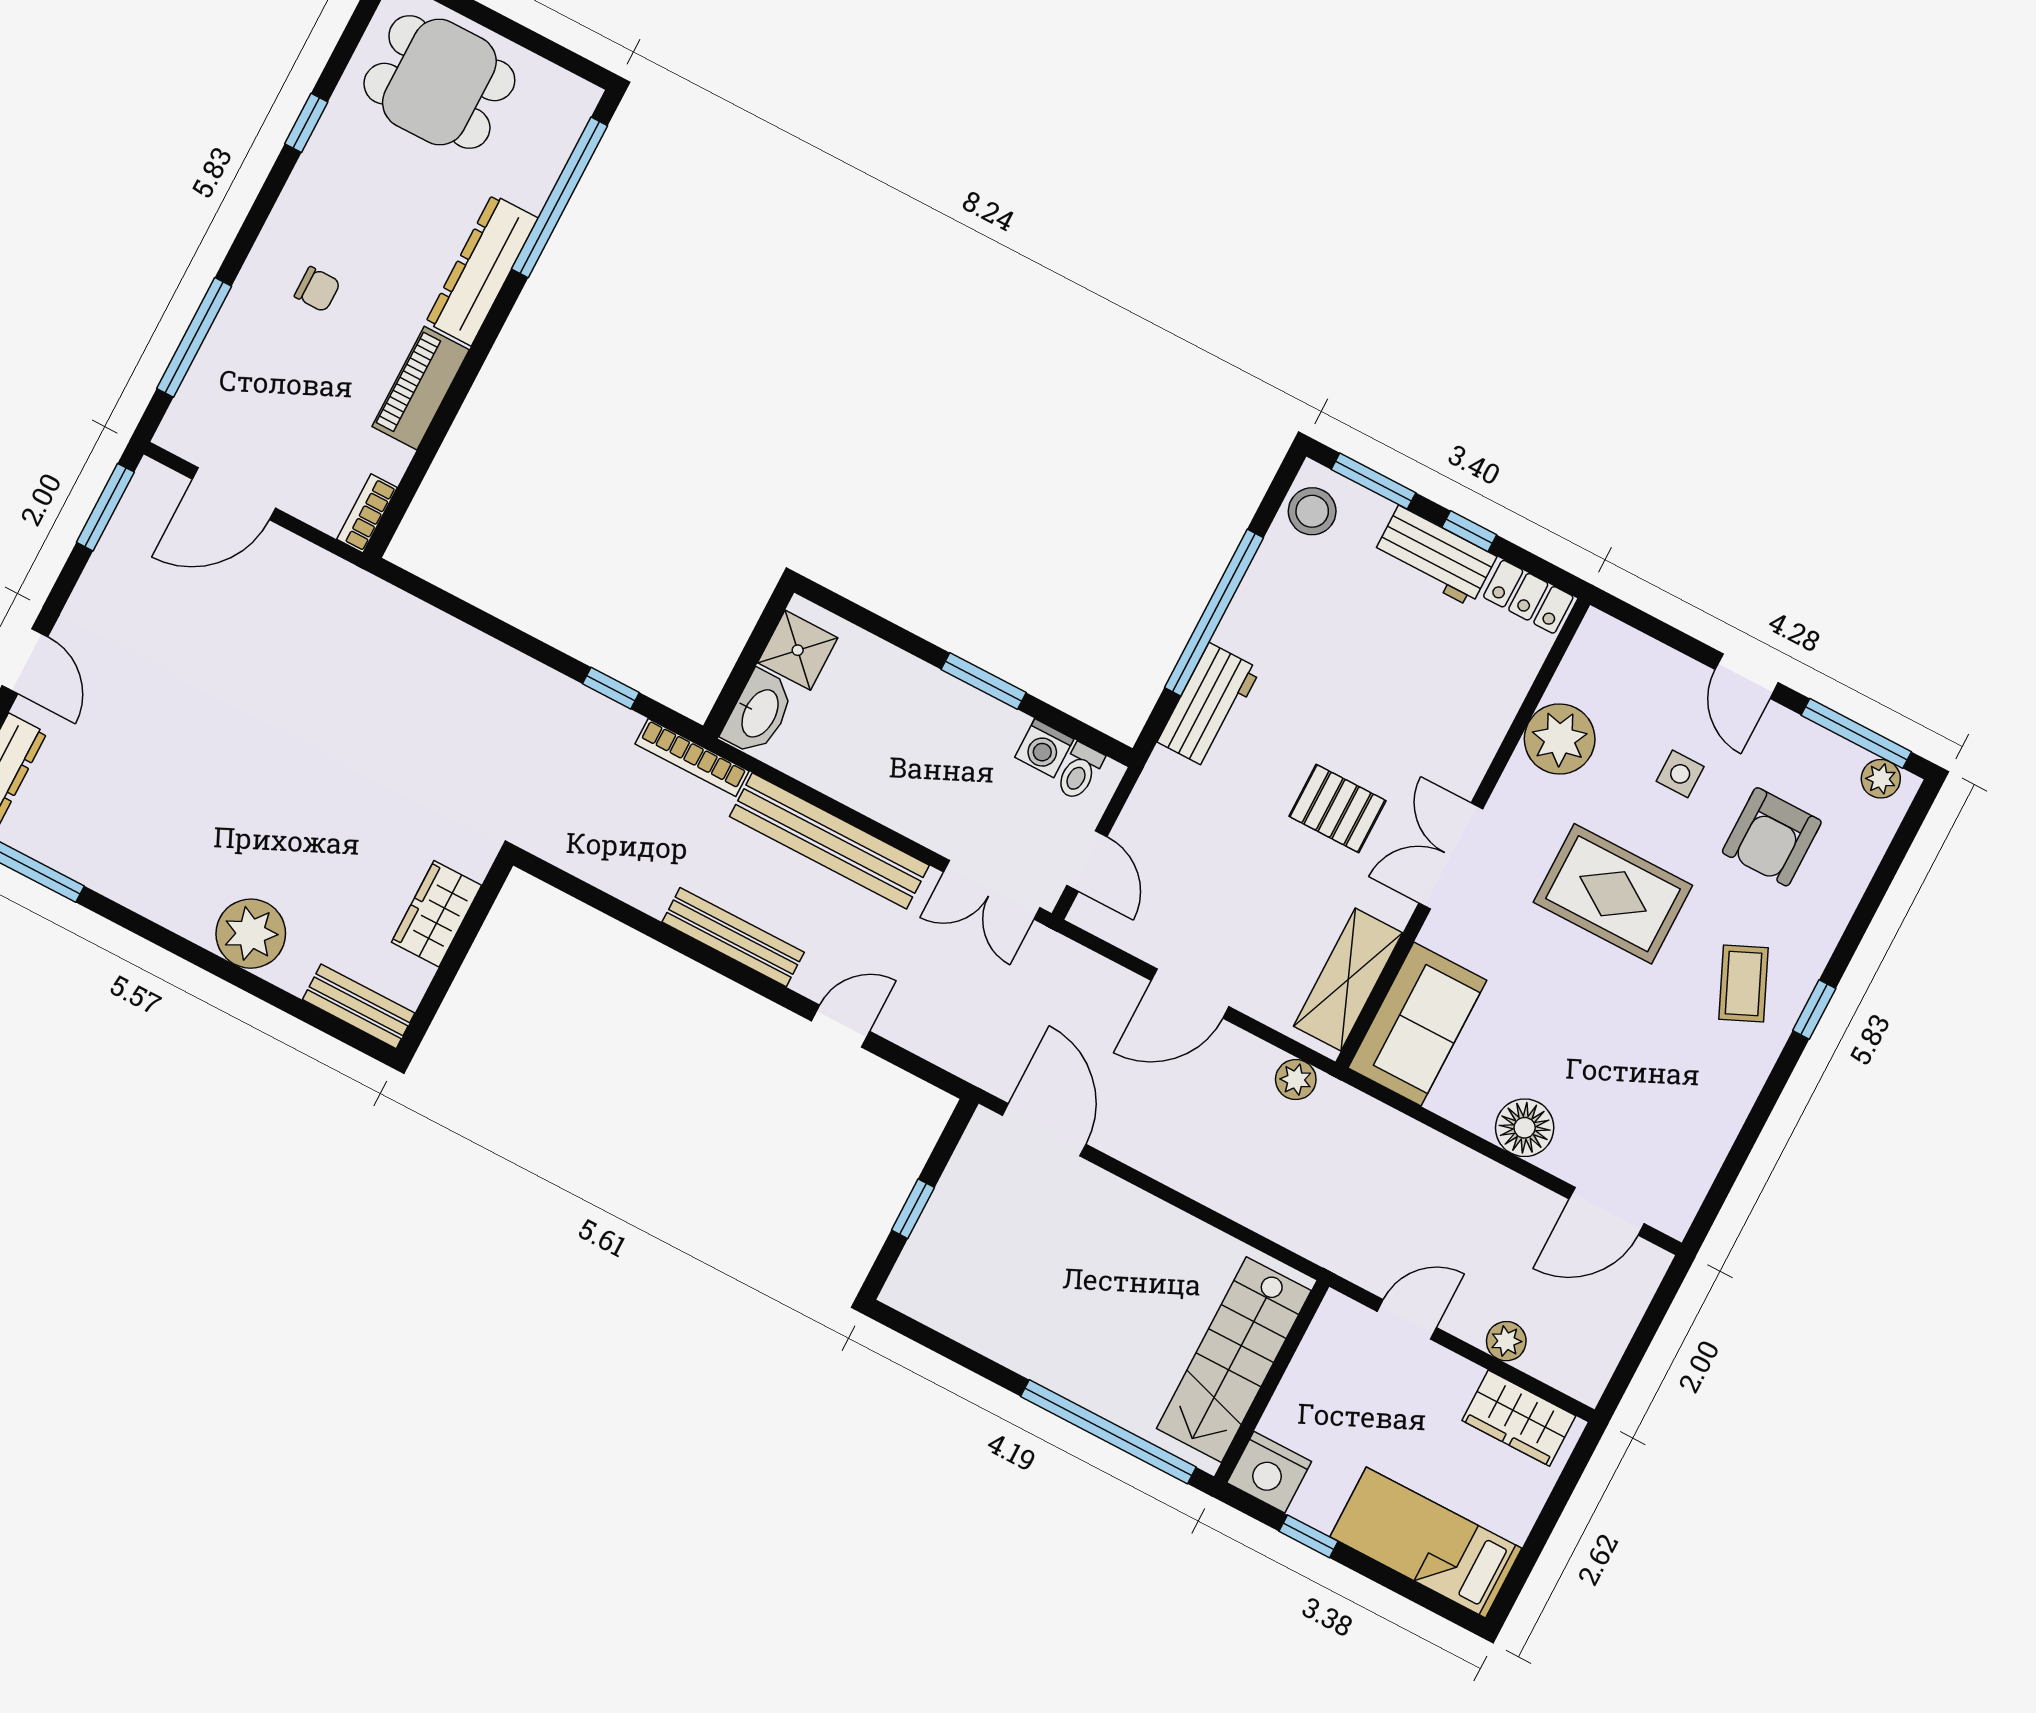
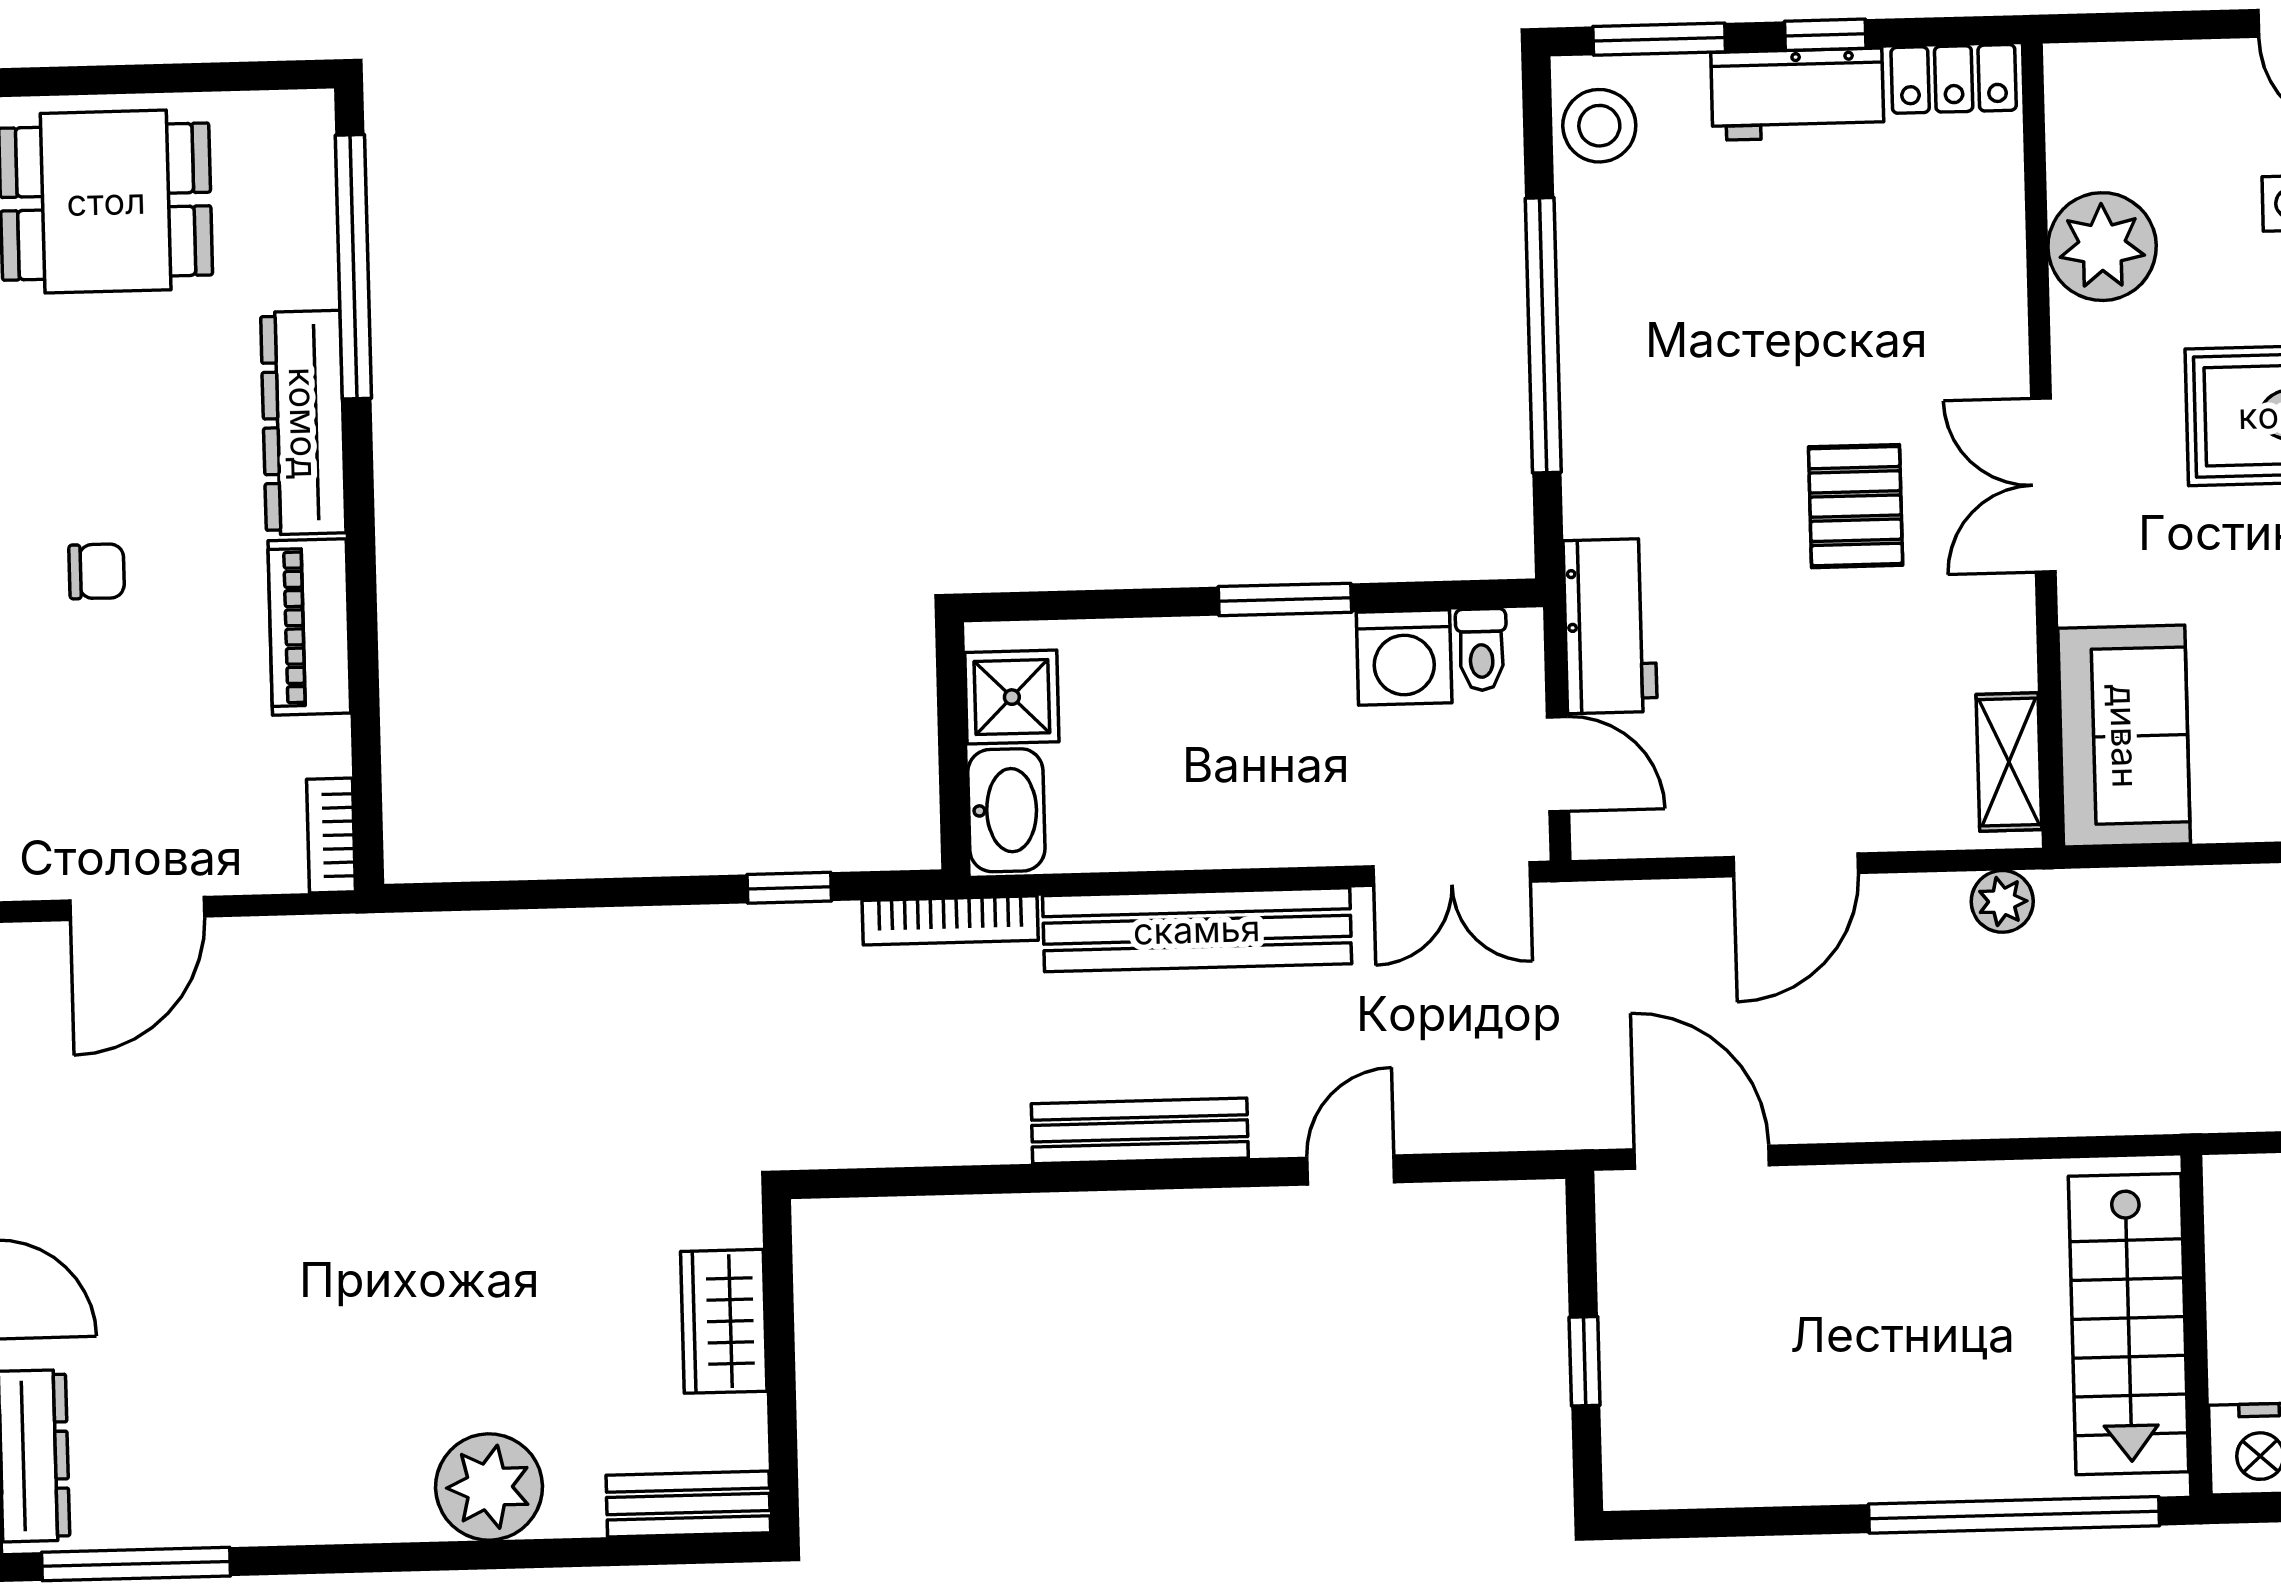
workbench: (1209, 706) -> (1610, 626), moved
washing machine: (1044, 748) -> (1404, 657), width x1.38, depth x1.38
pallet: (1337, 808) -> (1856, 506), turned 90
shelving: (1348, 980) -> (2009, 762), width x0.67, depth x0.75

